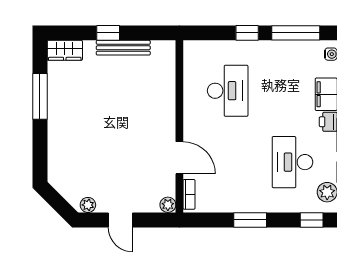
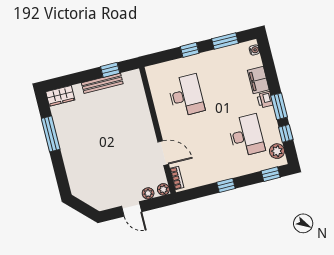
window: (108, 33) -> (110, 70), moved
window: (296, 33) -> (225, 41), width x0.69
desk: (292, 162) -> (246, 136), turned 180
plant: (88, 205) -> (148, 193), moved
window: (250, 220) -> (226, 185), width x0.67

